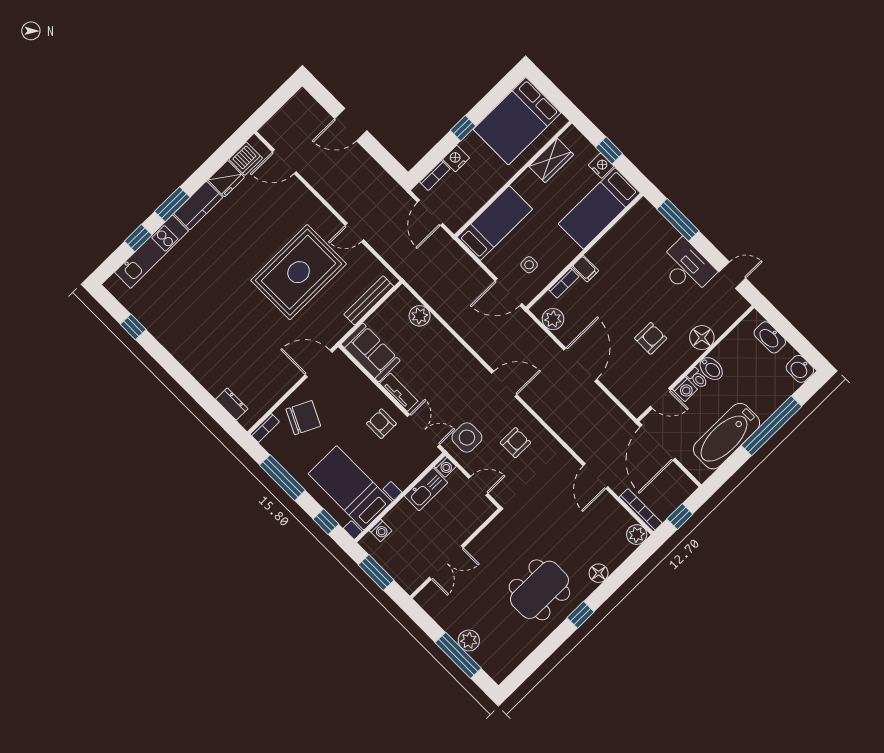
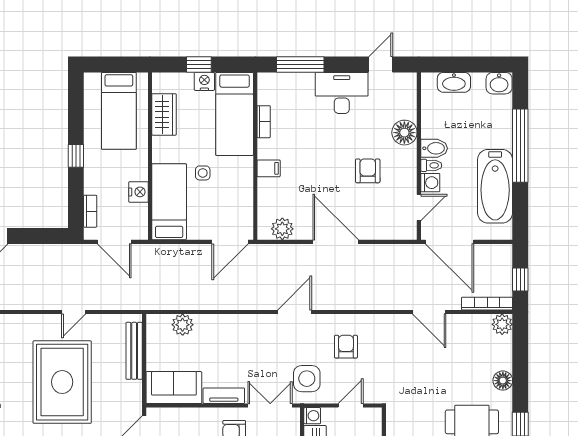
bed: (517, 121) -> (119, 111), width x0.67
nightstand: (456, 159) -> (138, 192), moved, turned 180
side table: (529, 265) -> (203, 173), moved
bookcase: (564, 283) -> (264, 122), moved

